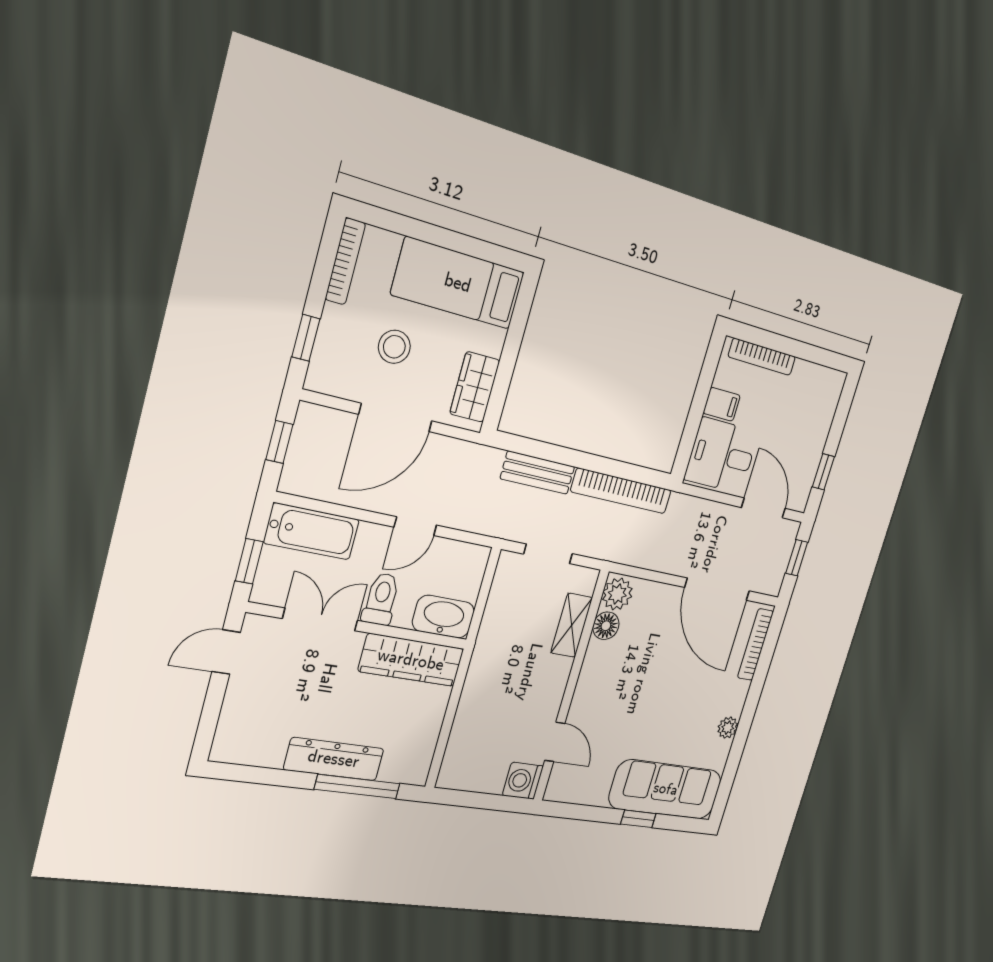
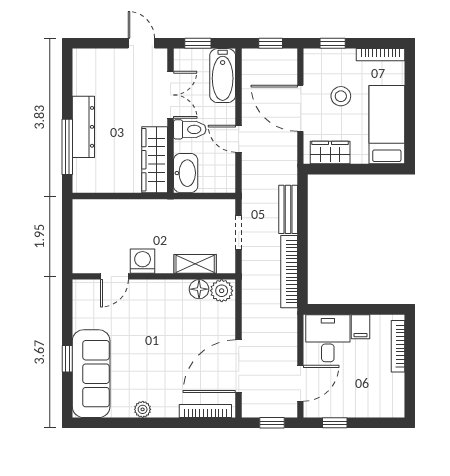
washing machine: (523, 781) -> (143, 261), moved

